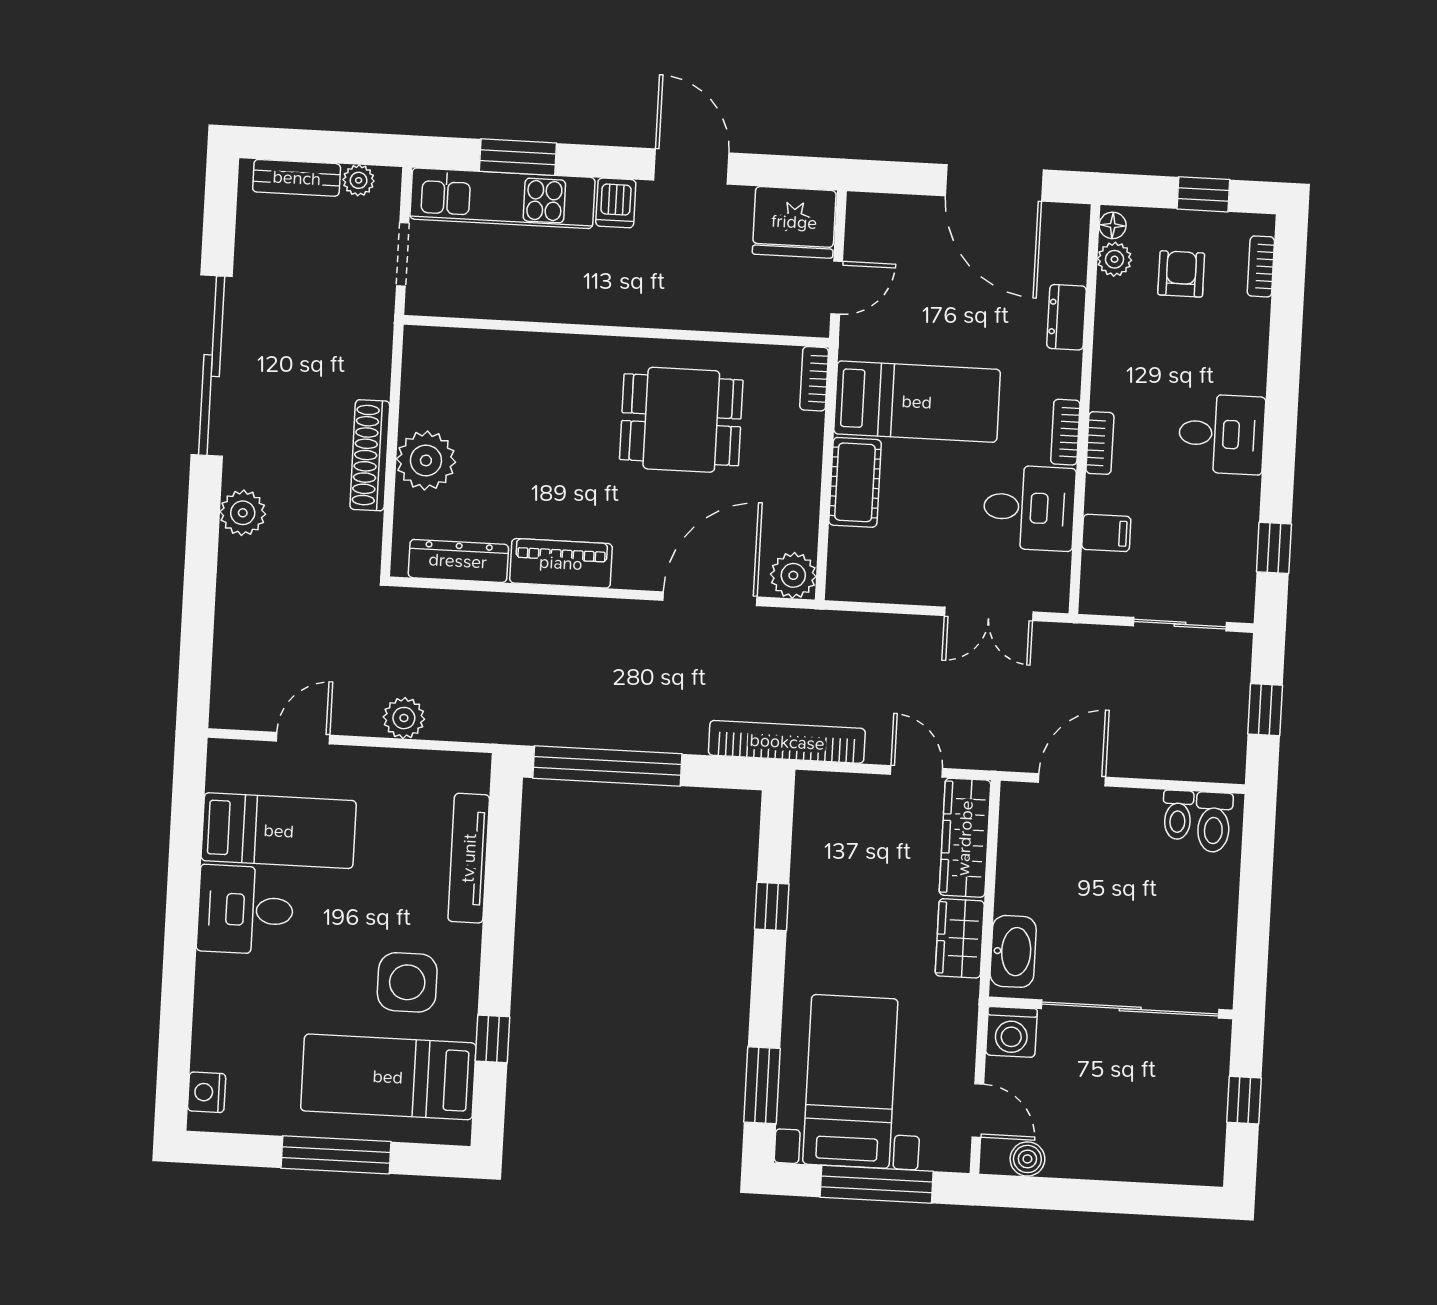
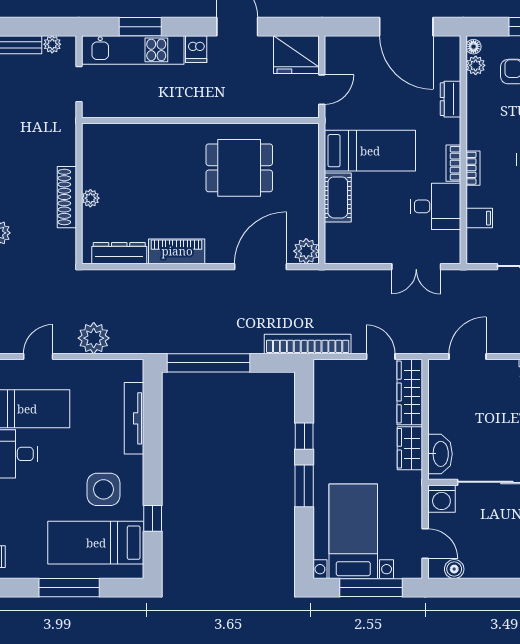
bookcase: (814, 379) -> (312, 141), removed
plant: (426, 460) -> (90, 198), width x0.53, depth x0.53
plant: (404, 718) -> (94, 338), width x1.36, depth x1.36
window: (762, 1085) -> (304, 486), moved

